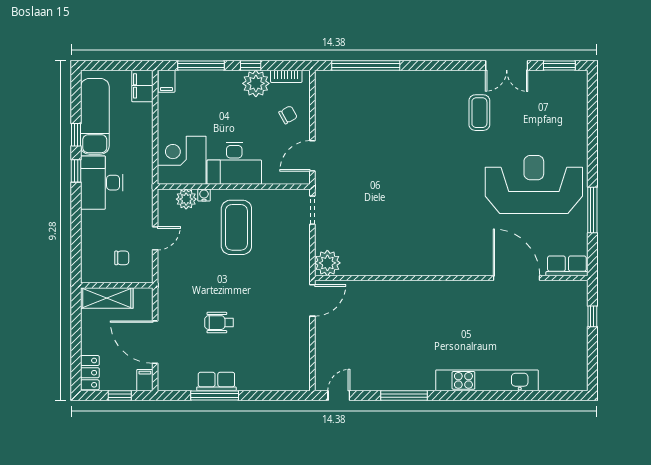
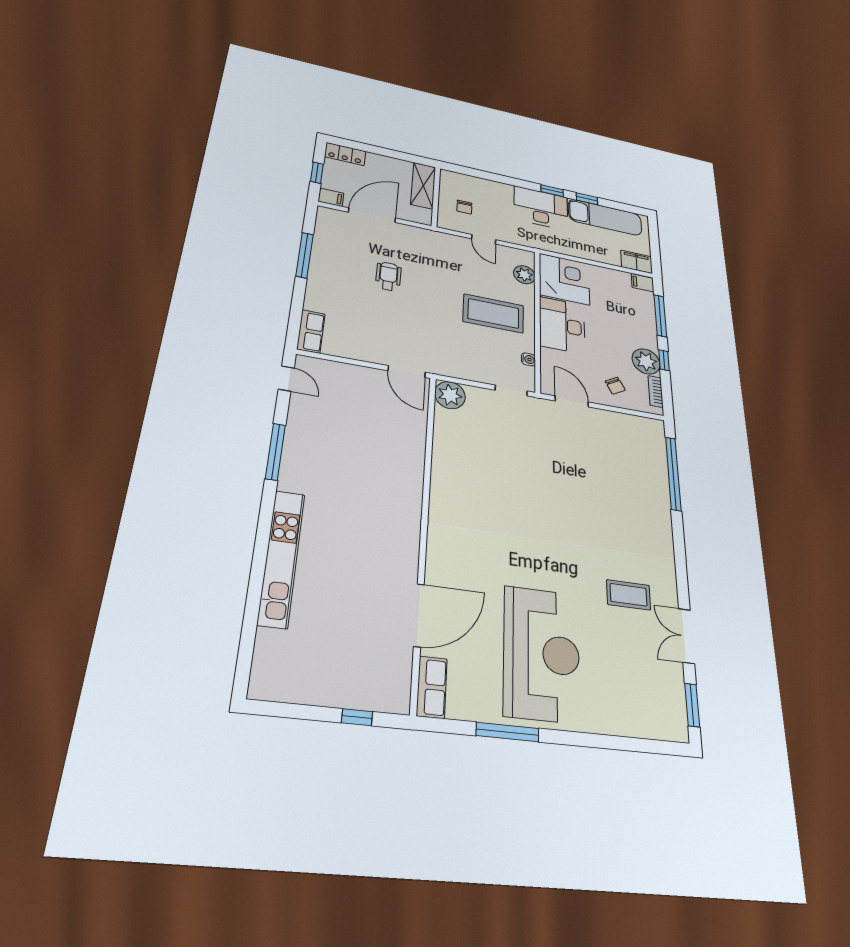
water cooler: (204, 195) -> (528, 359), moved
row of seats: (216, 382) -> (311, 331), moved

